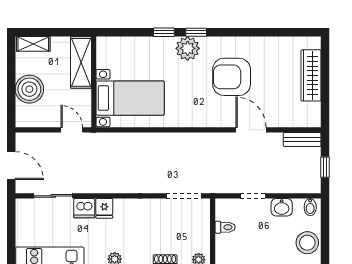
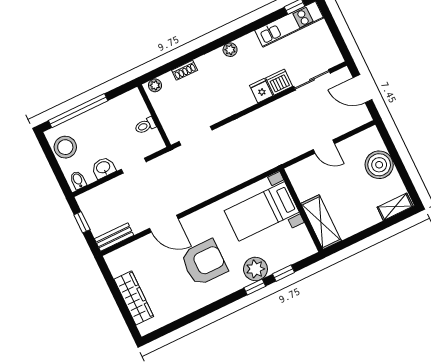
shelving: (81, 62) -> (321, 222), moved
wall: (94, 82) -> (301, 210), moved
bed with nightstands: (130, 98) -> (262, 211), moved

